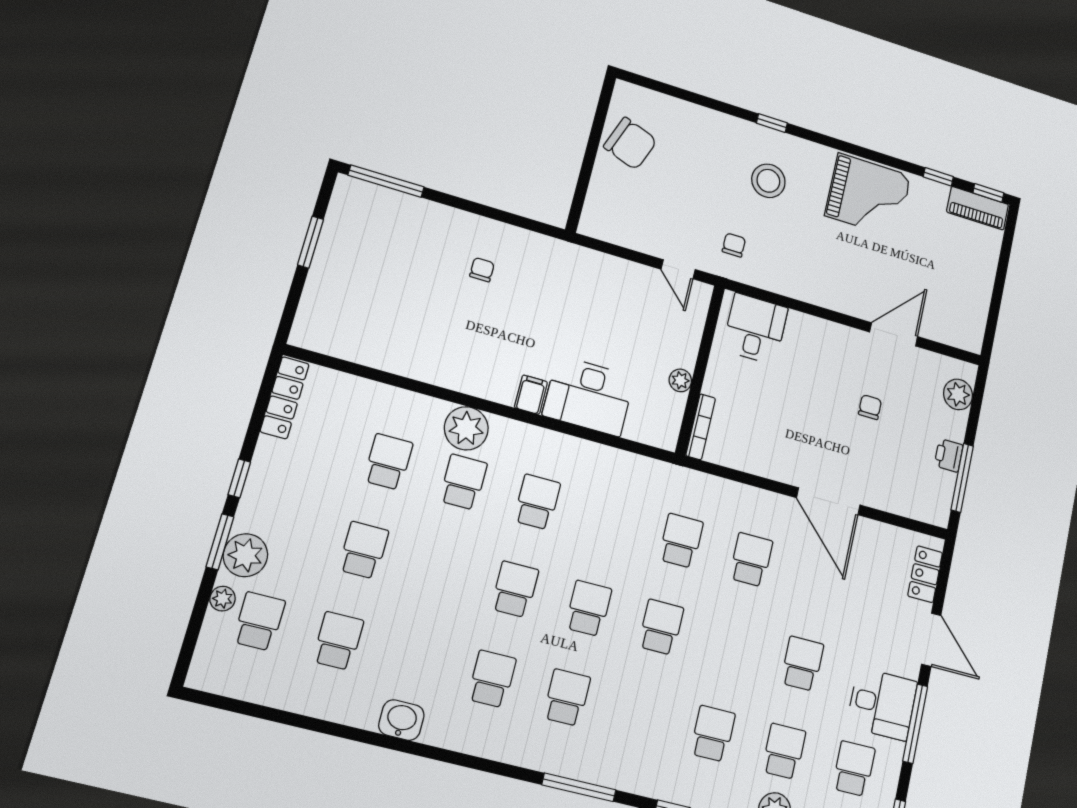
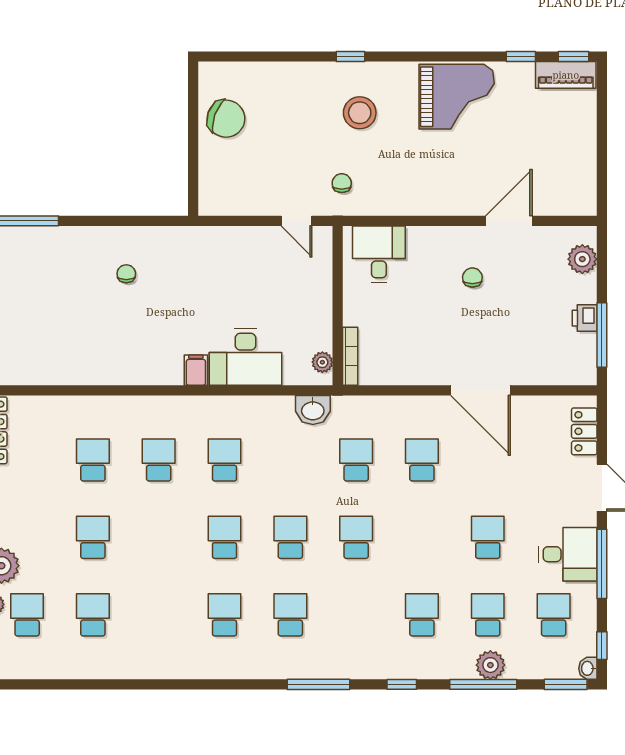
plant: (680, 380) -> (322, 362), moved
chair: (870, 407) -> (472, 277), moved
plant: (466, 428) -> (149, 414), removed
washbasin: (401, 720) -> (313, 410), moved, turned 180

